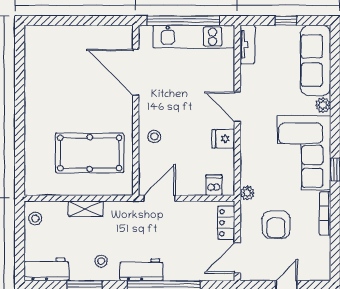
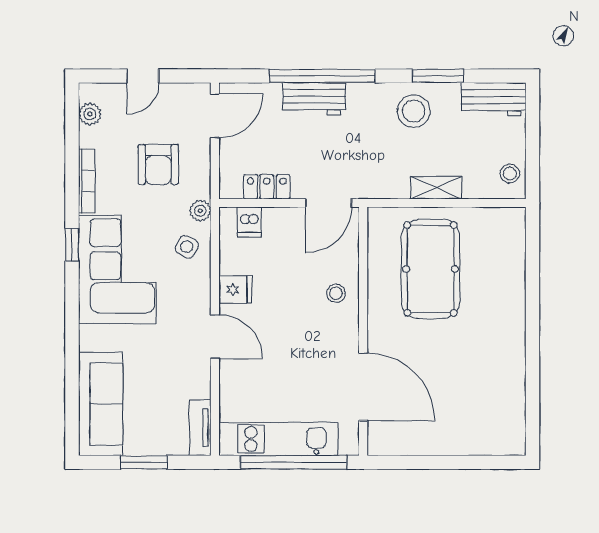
window: (286, 21) -> (144, 462), width x1.50
plant: (323, 105) -> (90, 114), moved
pool table: (90, 153) -> (430, 269), turned 90
side table: (257, 168) -> (187, 247), added
locker: (226, 223) -> (267, 187), moved, turned -90
armchair: (276, 225) -> (158, 165), turned 180
stool: (101, 261) -> (414, 111), width x1.89, depth x1.89
workbench: (141, 270) -> (314, 99), moved

